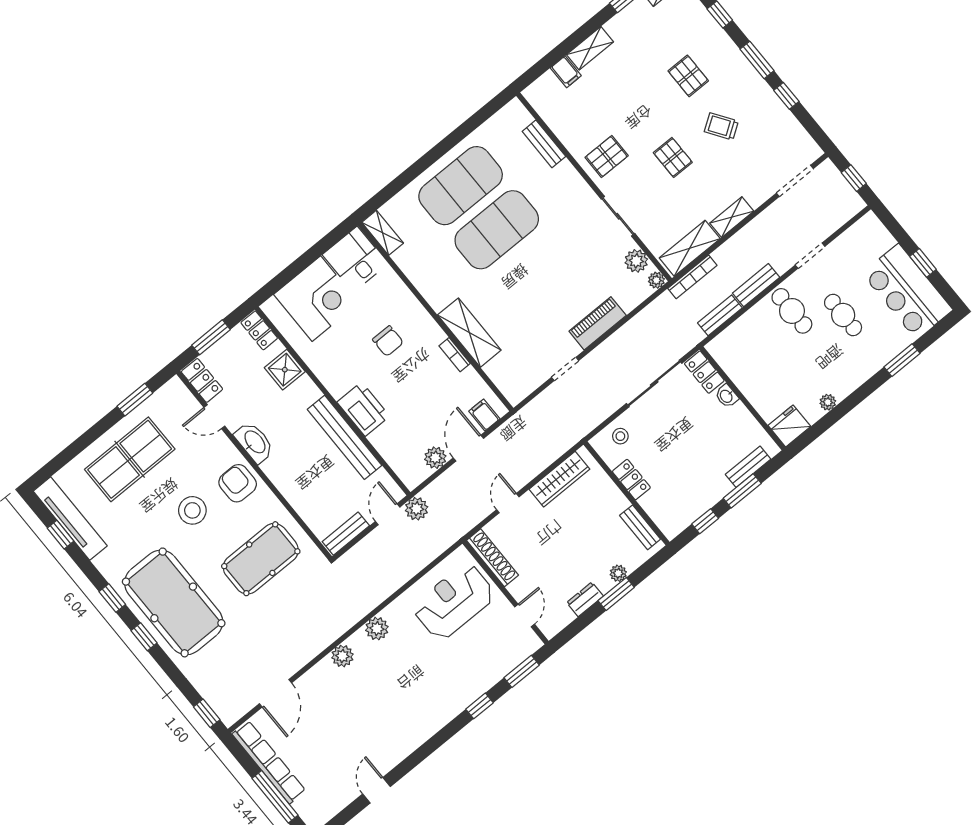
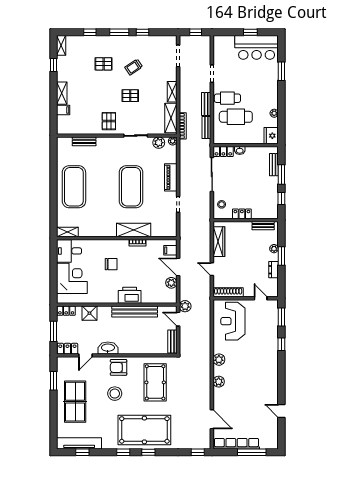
exercise mat: (497, 230) -> (131, 187), moved
cafe table: (843, 315) -> (236, 117), moved, width x1.37, depth x1.35

